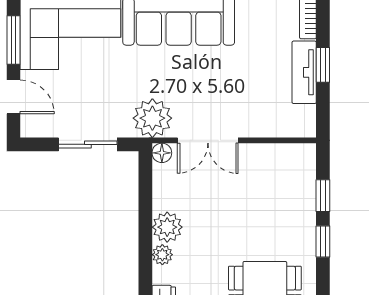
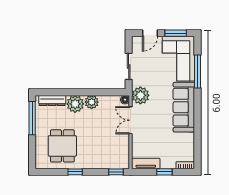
tv unit: (304, 72) -> (146, 164), moved
window: (323, 196) -> (116, 172), moved
window: (323, 242) -> (75, 172), moved
plant: (162, 255) -> (75, 104), width x1.88, depth x1.88

